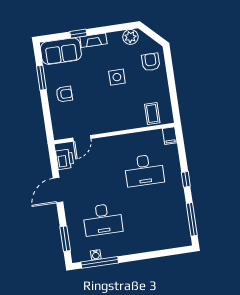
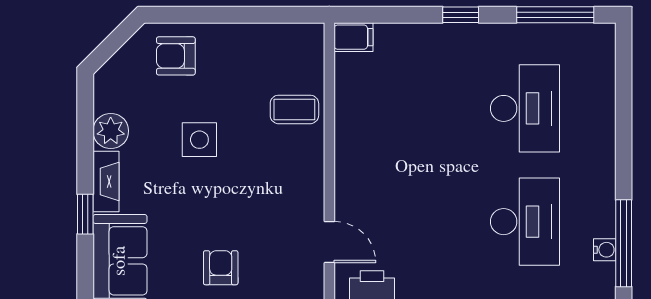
plant: (130, 37) -> (111, 131), moved
coffee table: (152, 114) -> (294, 109), moved
desk: (144, 170) -> (525, 108), moved

